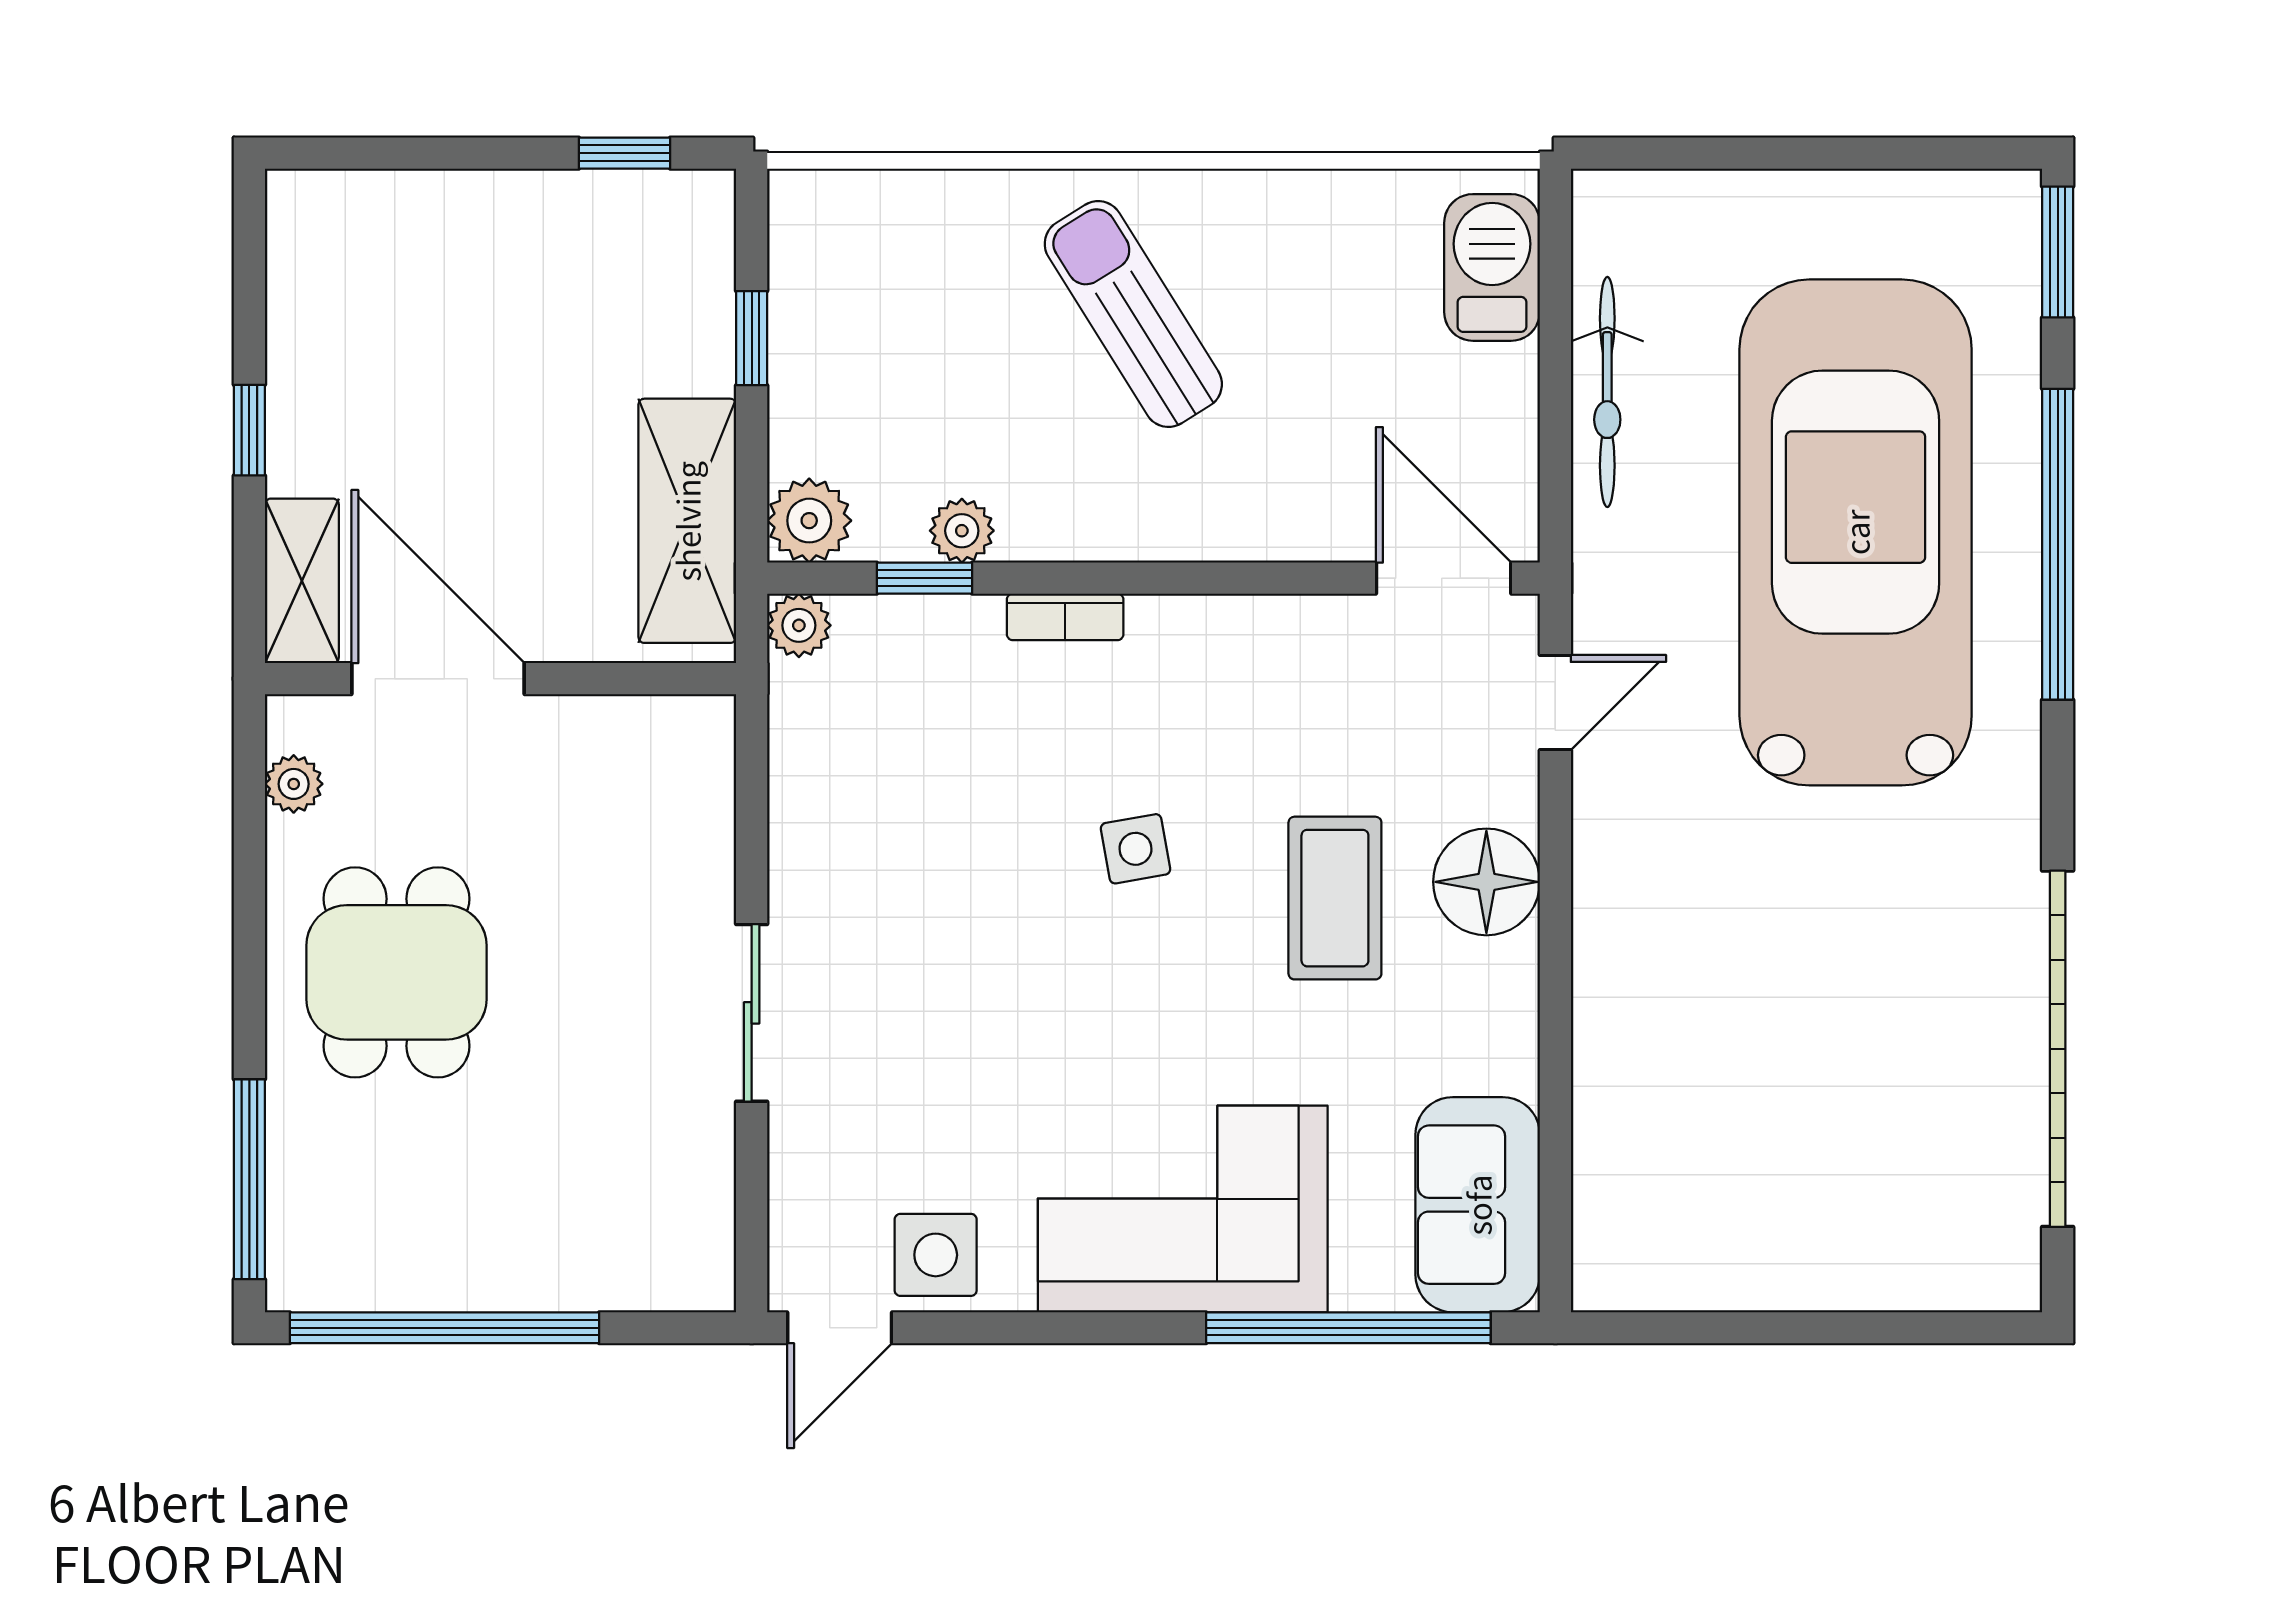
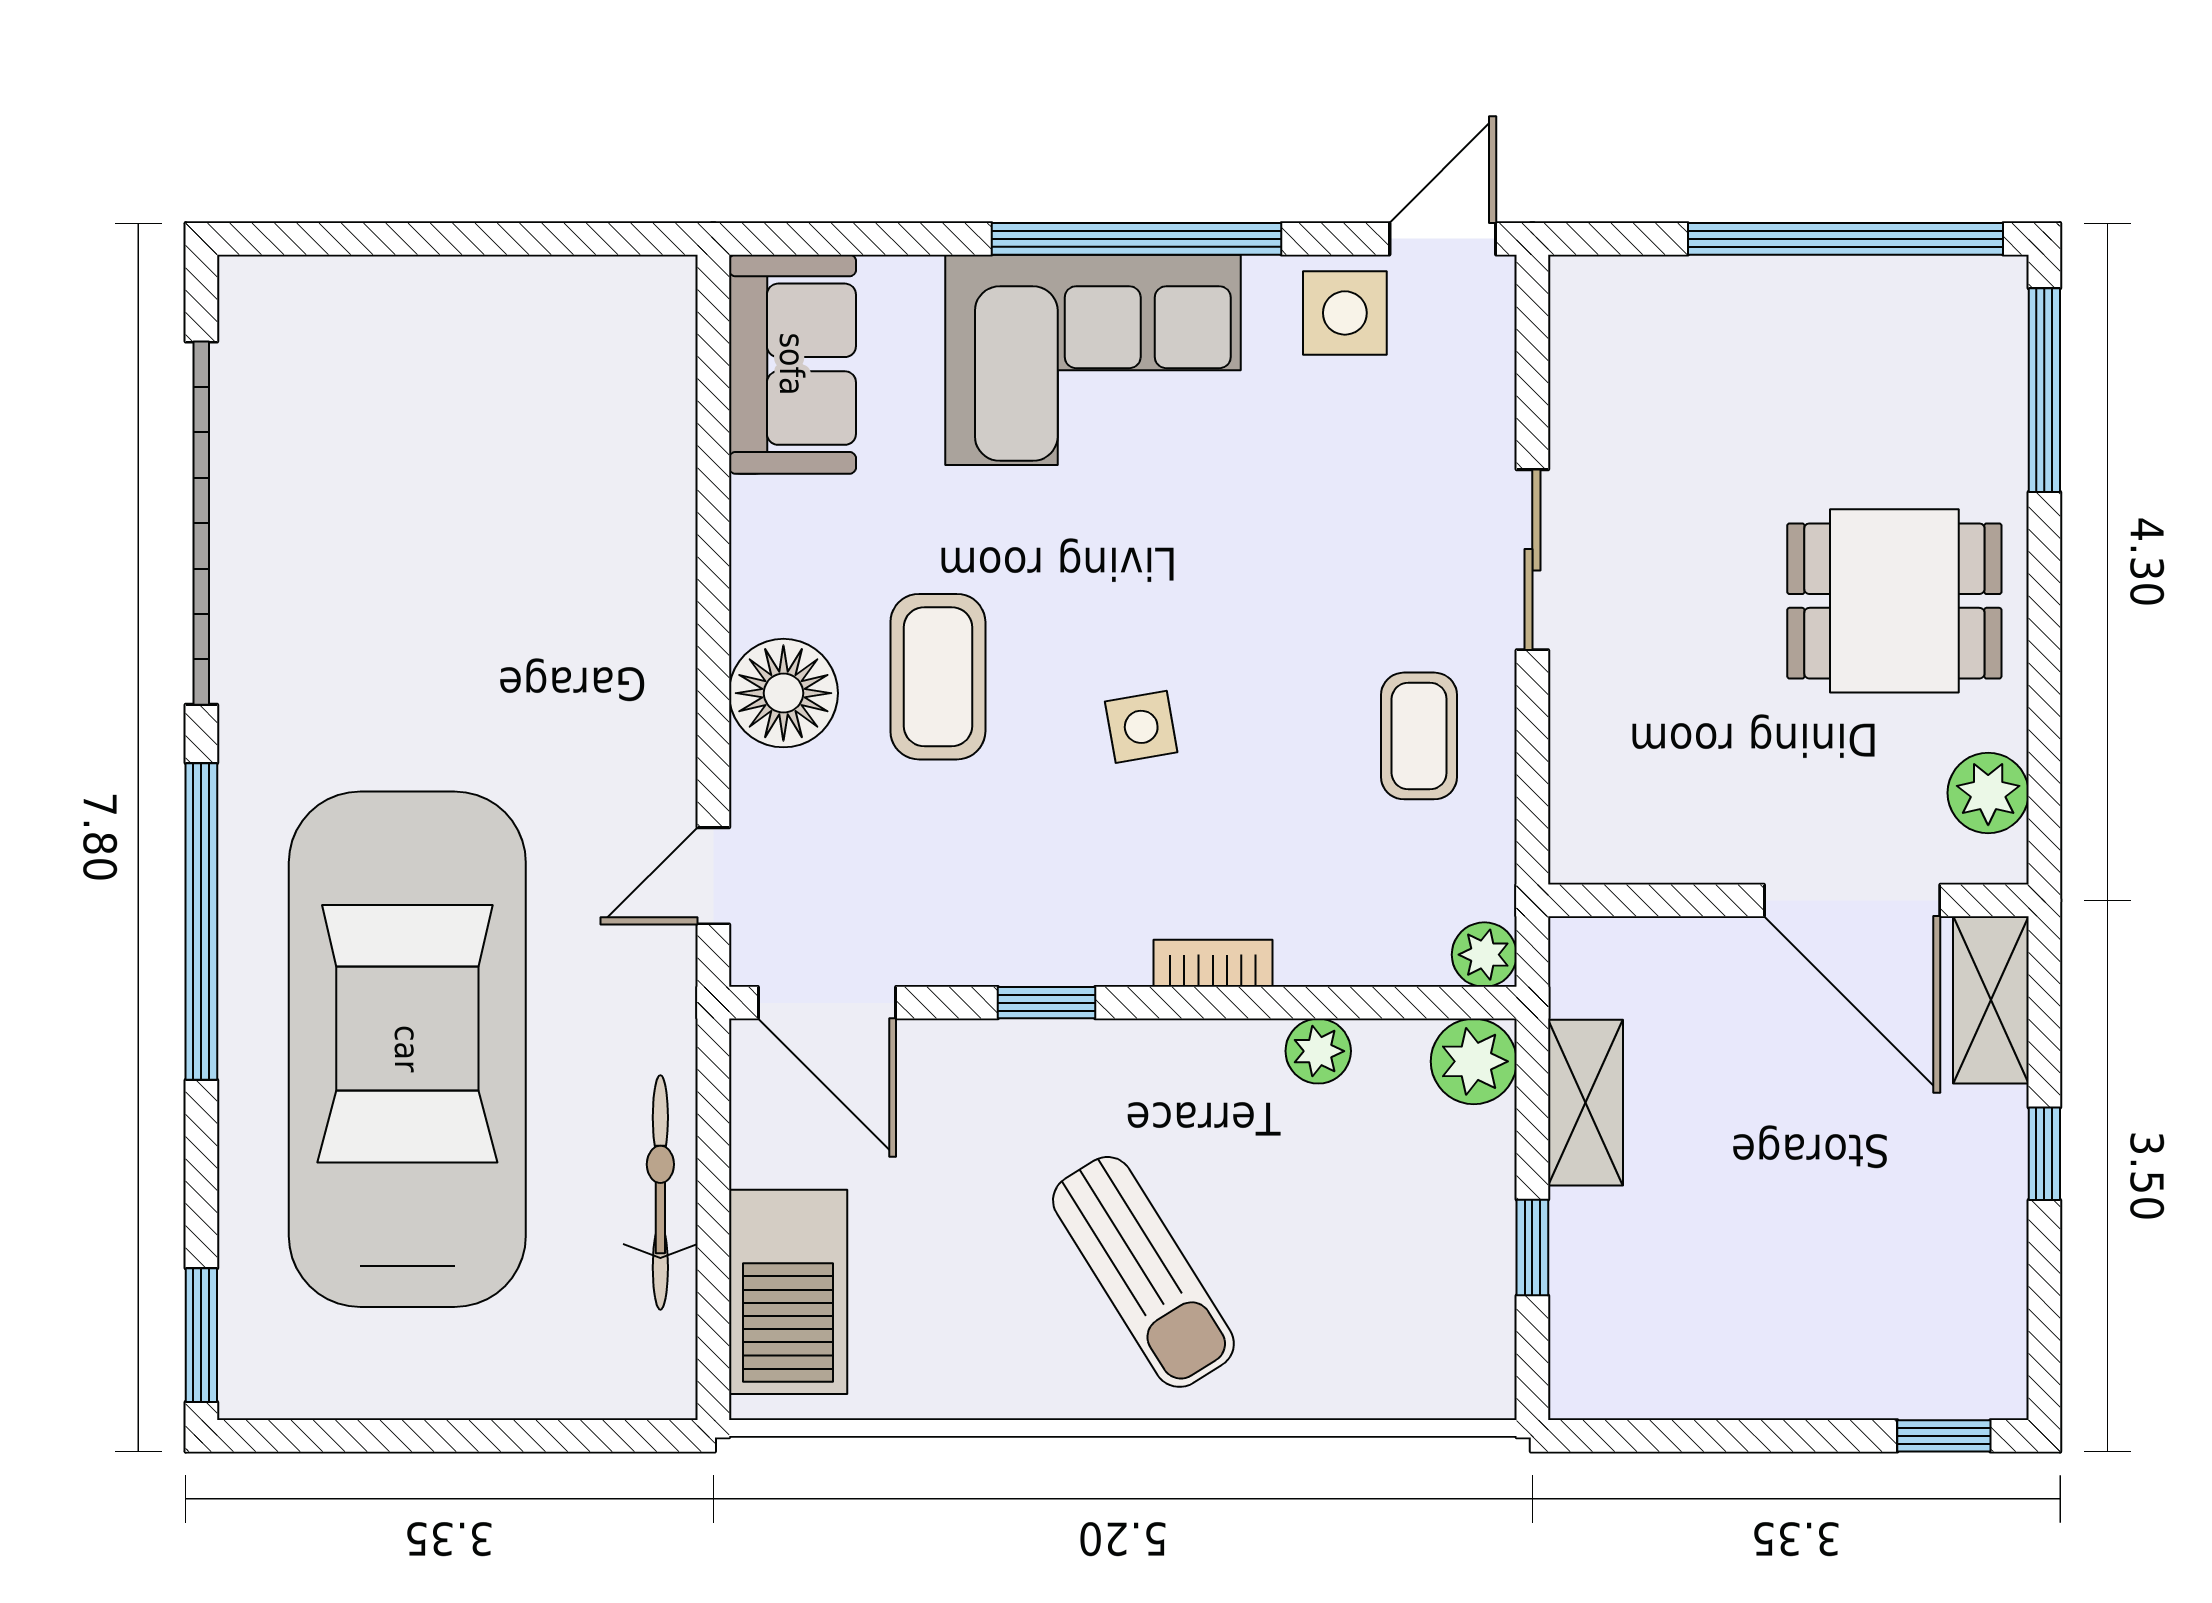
window: (625, 153) -> (1944, 1436), moved
barbecue: (1492, 267) -> (788, 1292), width x1.37, depth x1.21
shelving: (687, 521) -> (1585, 1103), width x0.67, depth x0.75
car: (1856, 532) -> (407, 1049), turned 180
window: (2058, 544) -> (201, 922), moved
window: (925, 578) -> (1047, 1003), moved
plant: (294, 784) -> (1988, 793), width x1.38, depth x1.38
coffee table: (863, 840) -> (1419, 736), added
dining table: (396, 972) -> (1894, 601), turned 90
window: (1348, 1328) -> (1136, 239), moved

